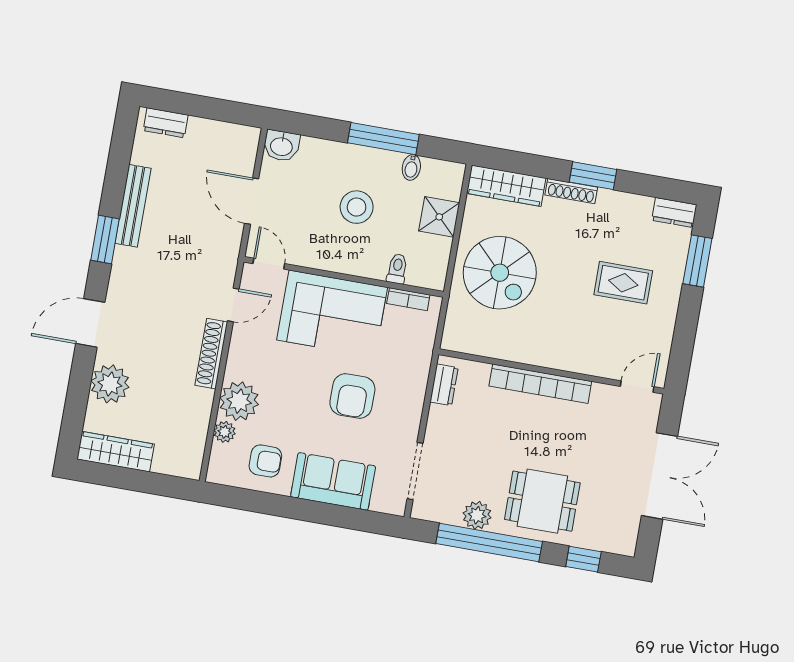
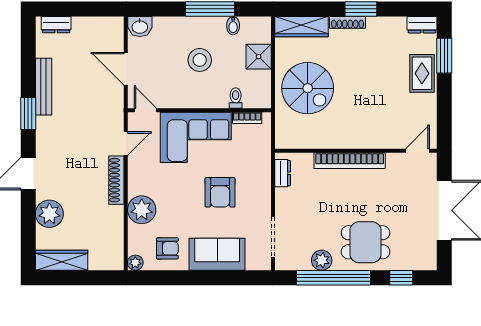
rug: (623, 283) -> (422, 73), moved, turned 90
plant: (225, 432) -> (135, 263), moved

